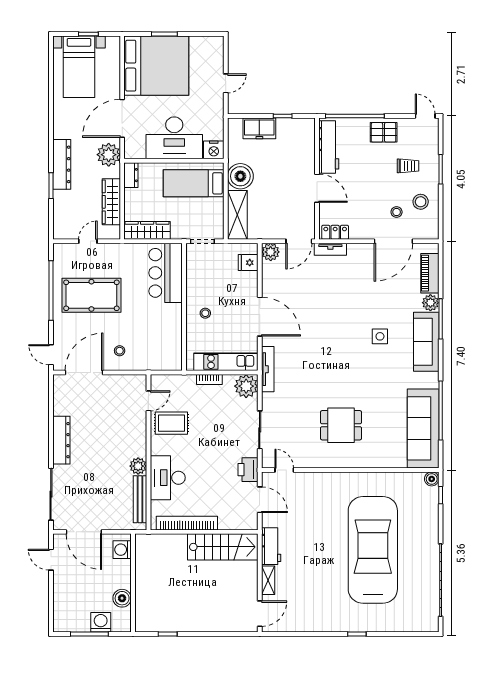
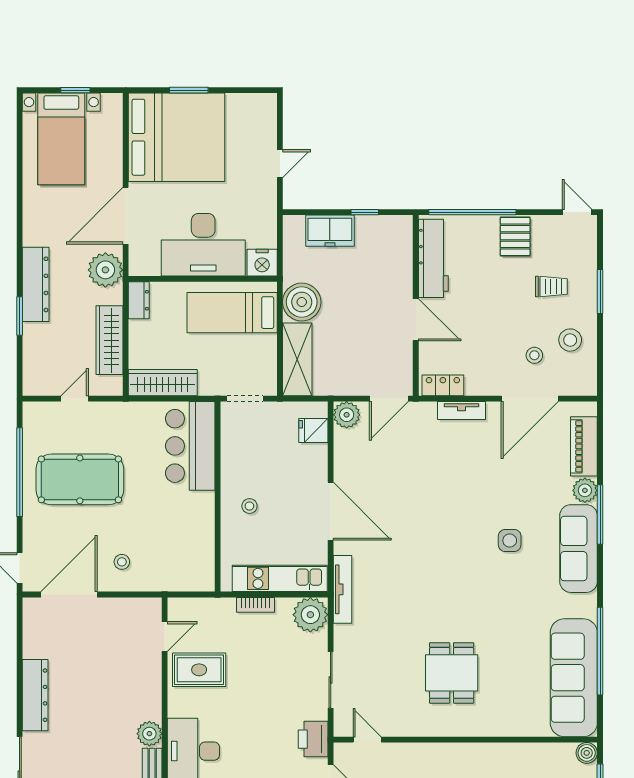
pallet: (384, 132) -> (515, 236), turned 90
tv unit: (330, 249) -> (462, 411), moved
dining table: (341, 425) -> (452, 673), turned 90

